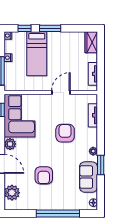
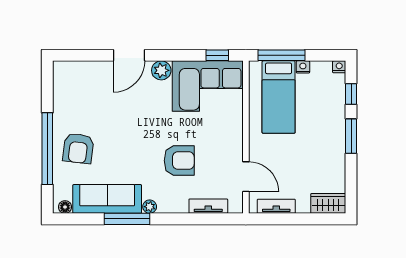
bed: (37, 54) -> (279, 97), moved, turned -90
door: (61, 92) -> (246, 177), moved
window: (101, 165) -> (127, 219), width x1.44
armchair: (44, 175) -> (78, 148), moved, turned -83
sofa: (88, 177) -> (107, 199), width x1.36
plant: (12, 193) -> (82, 73), removed

